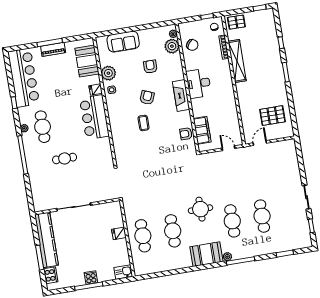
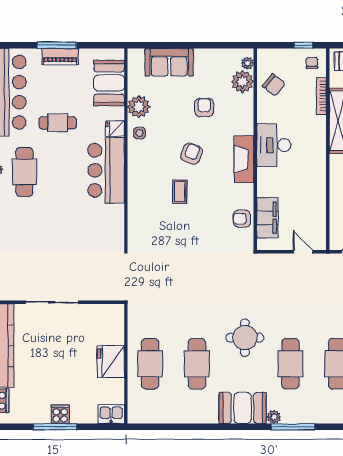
cafe table: (65, 158) -> (58, 123), moved
fridge: (119, 233) -> (111, 361), width x1.88, depth x1.34

